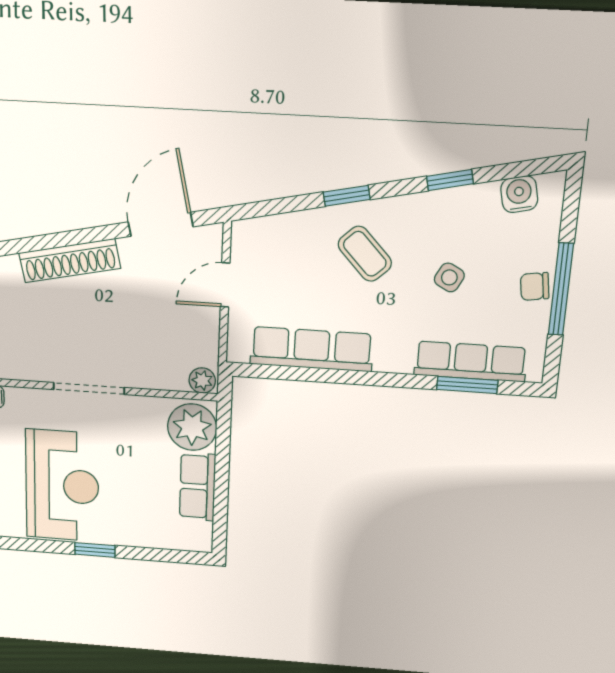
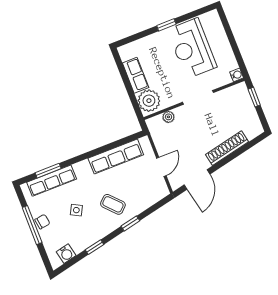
plant: (202, 380) -> (168, 117), moved

